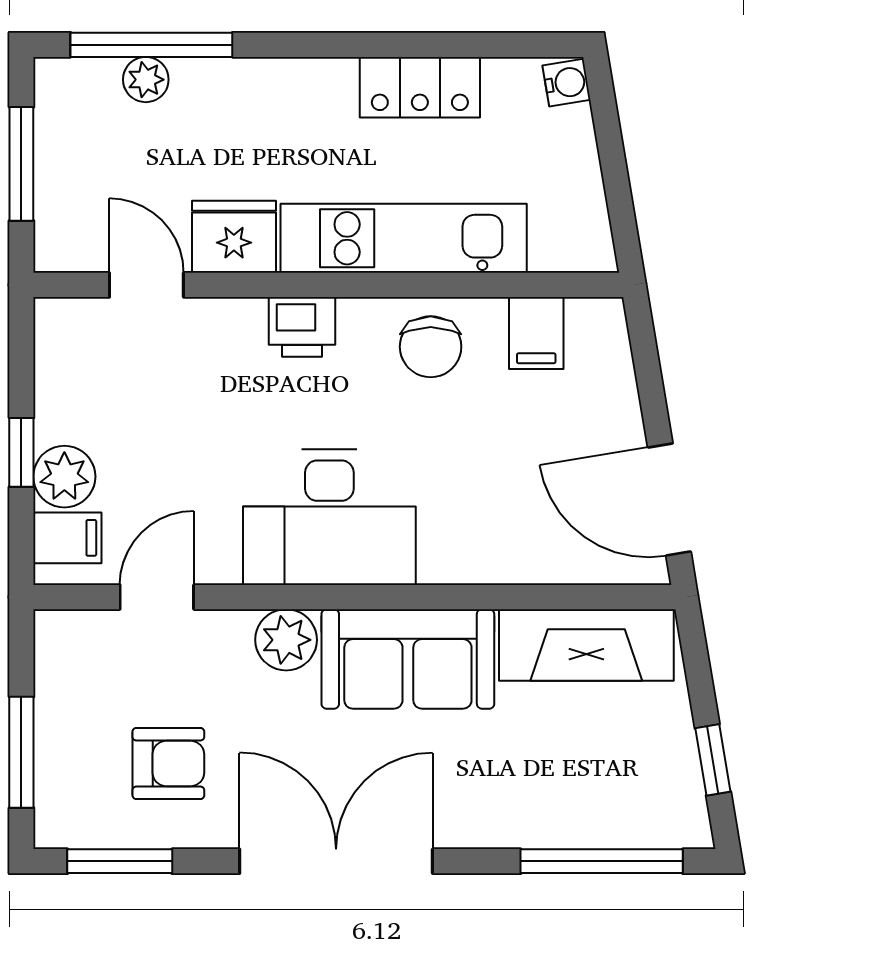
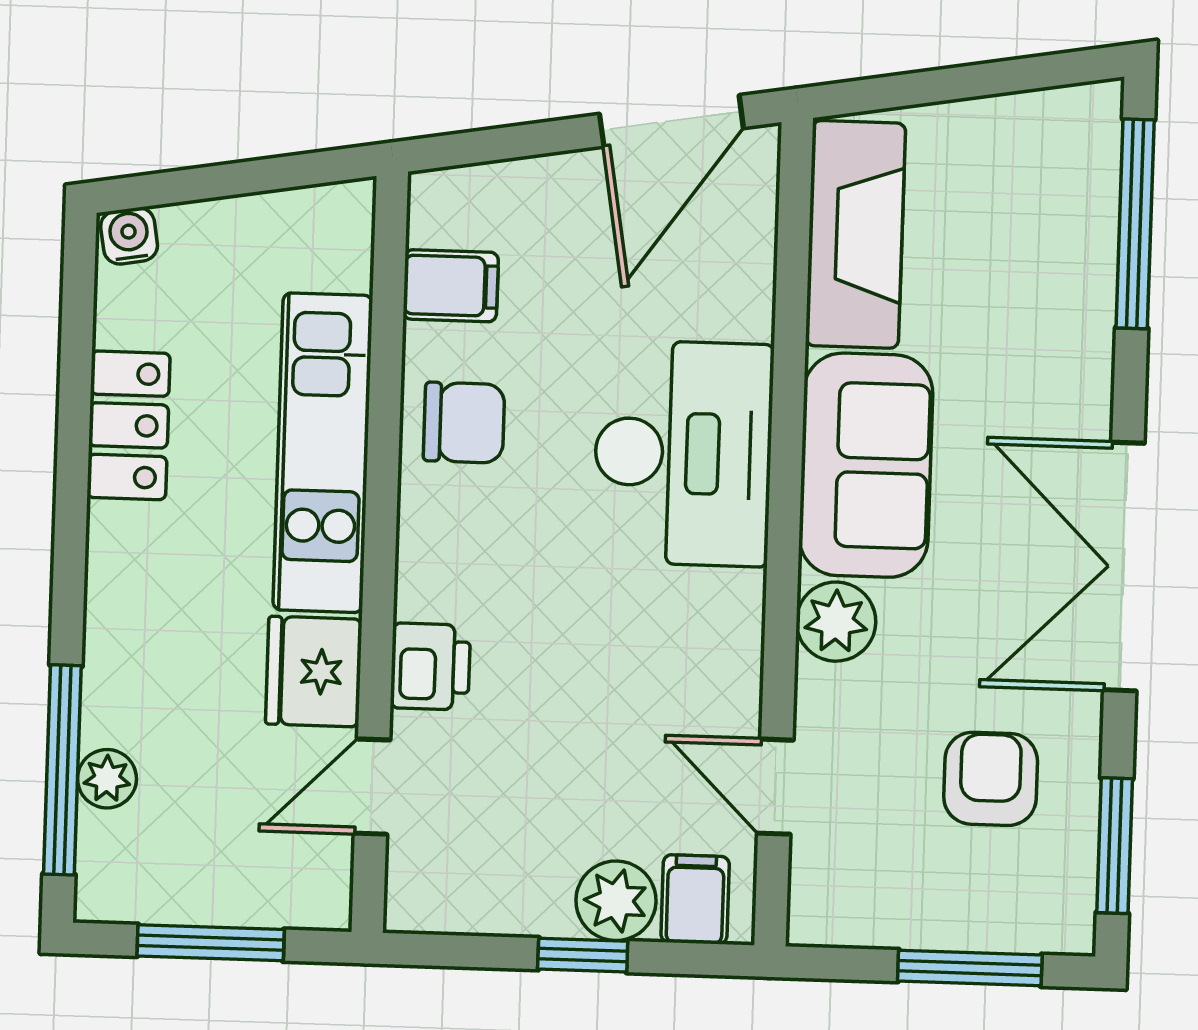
printer: (302, 327) -> (430, 667), moved
desk: (329, 517) -> (683, 453), moved
window: (713, 760) -> (1009, 76), removed

